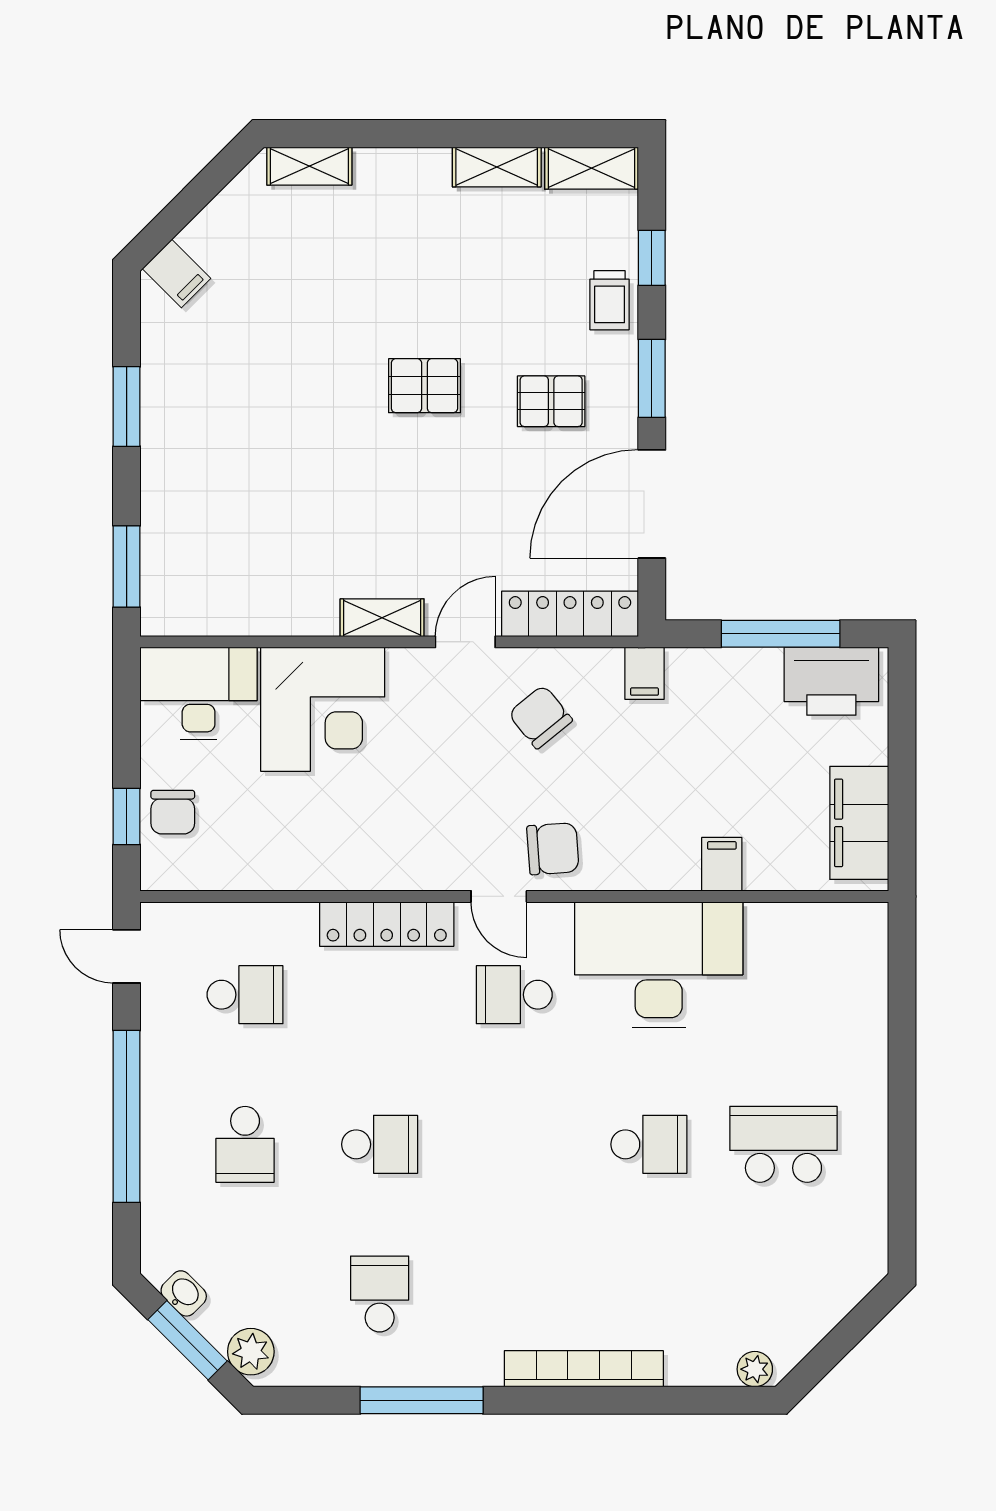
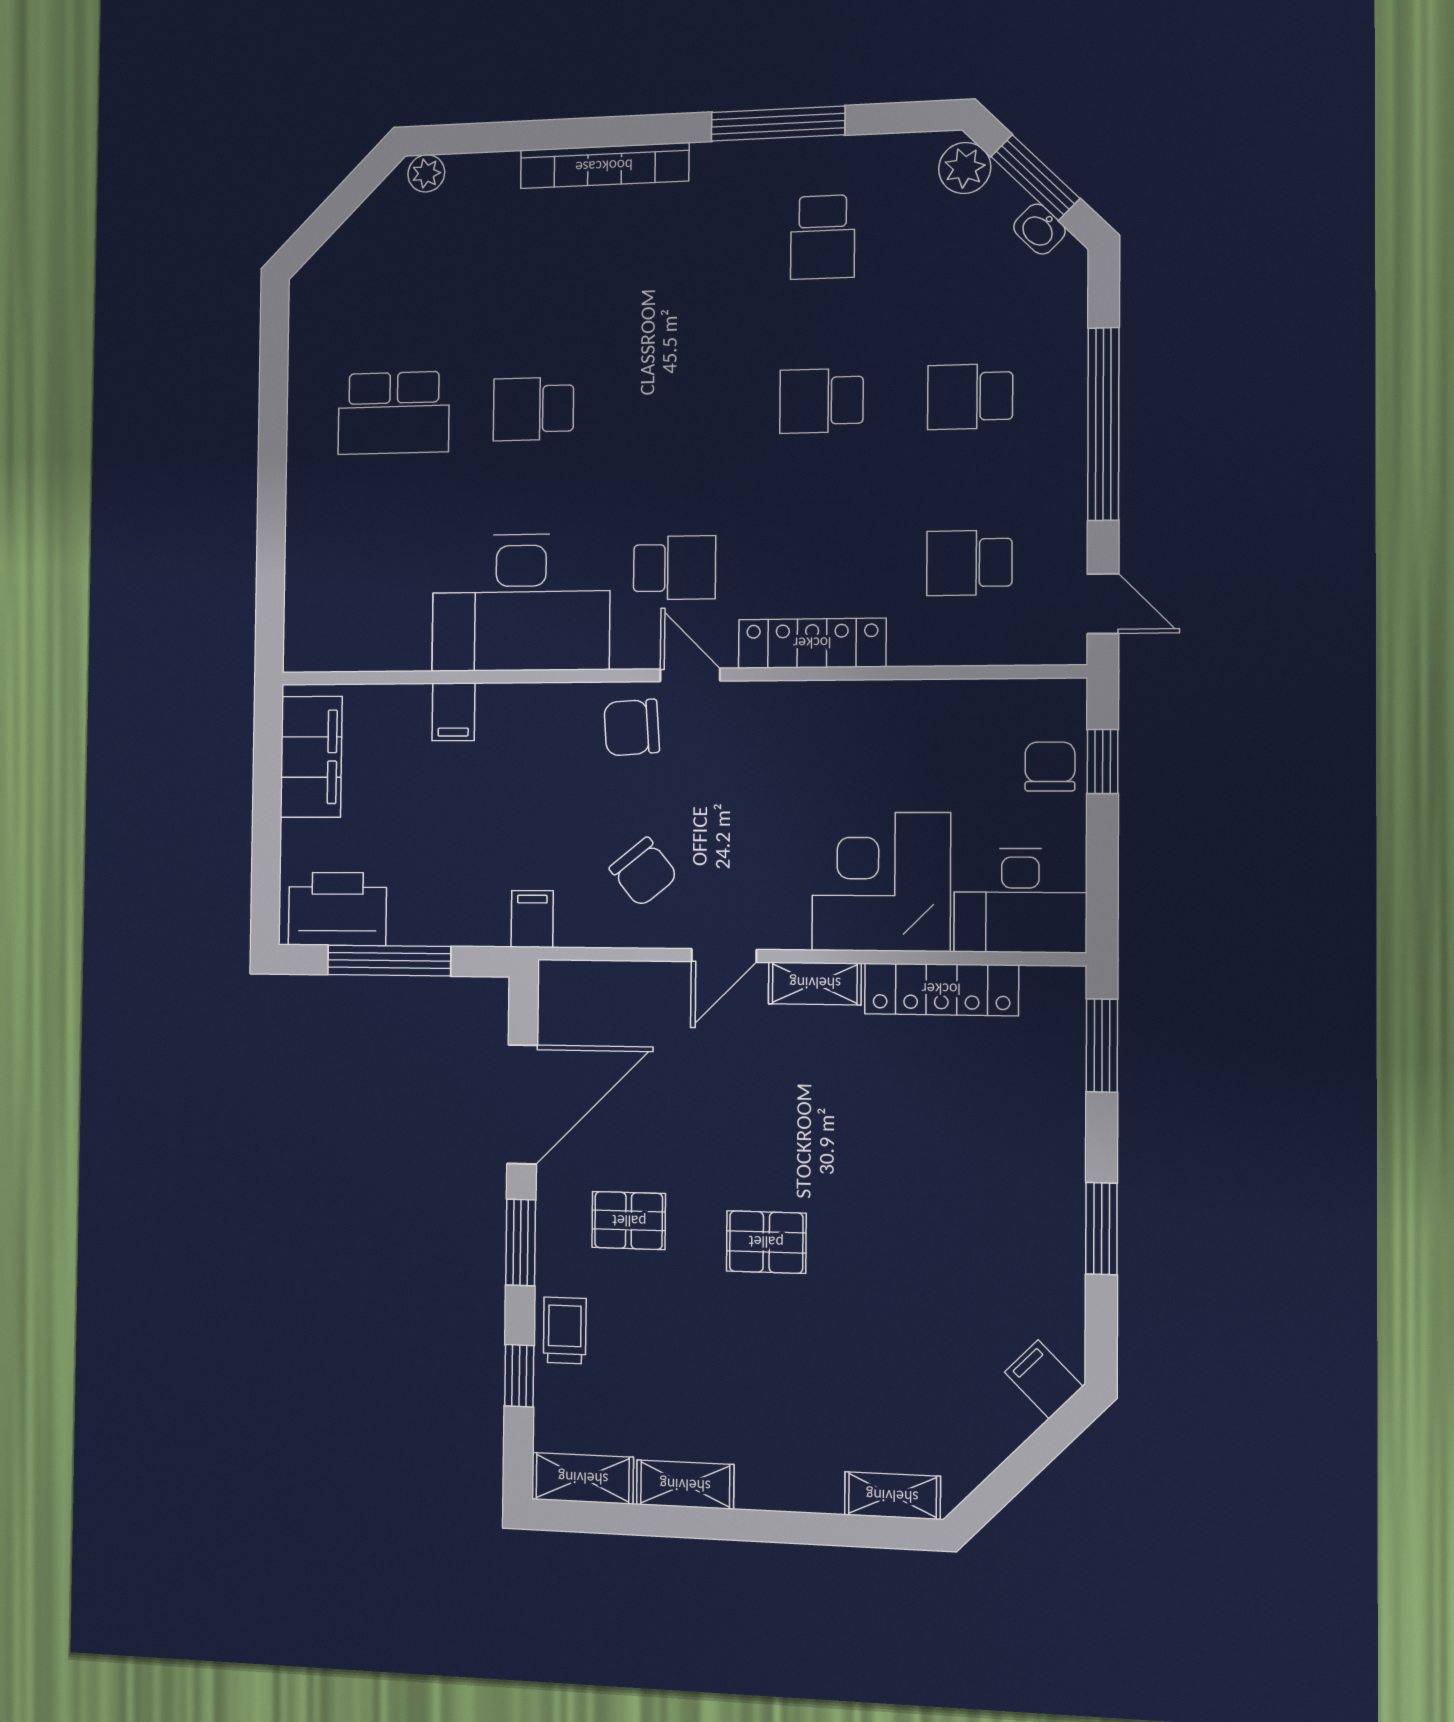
locker: (570, 614) -> (941, 989), moved
school desk: (245, 1144) -> (970, 397), turned -90

